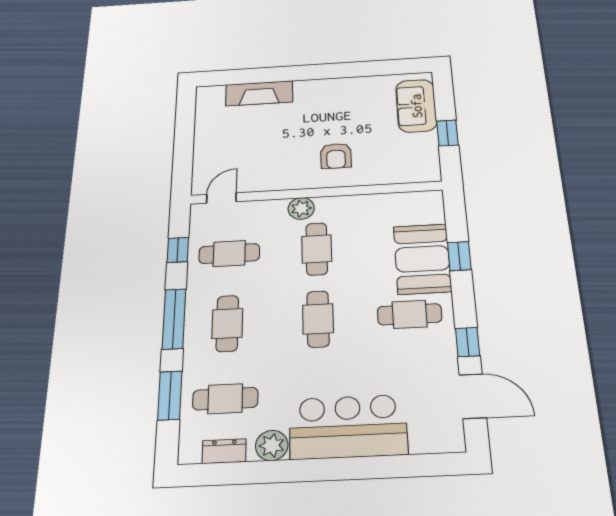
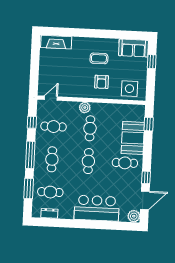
fireplace: (259, 93) -> (56, 42), moved
sofa: (416, 106) -> (133, 48), moved, turned -90
coffee table: (326, 114) -> (99, 58), added
window: (447, 133) -> (152, 62), moved
side table: (402, 162) -> (129, 89), added
window: (459, 256) -> (149, 124), moved
door: (473, 396) -> (145, 200), hinge flipped
plant: (272, 445) -> (134, 216), moved

